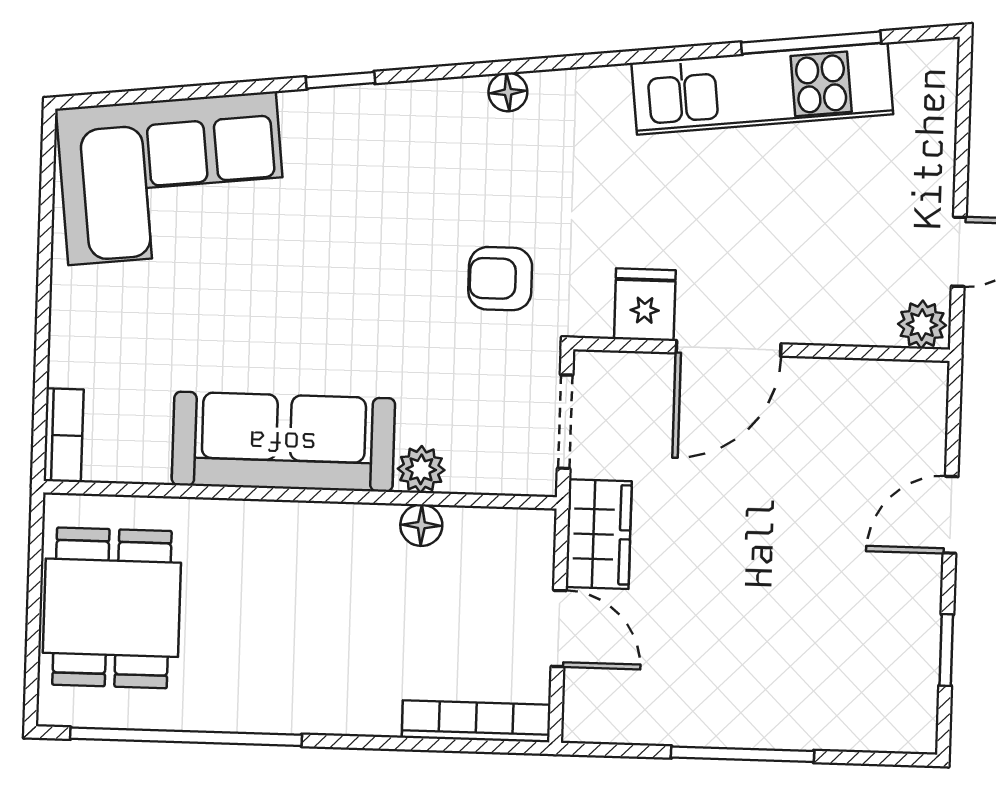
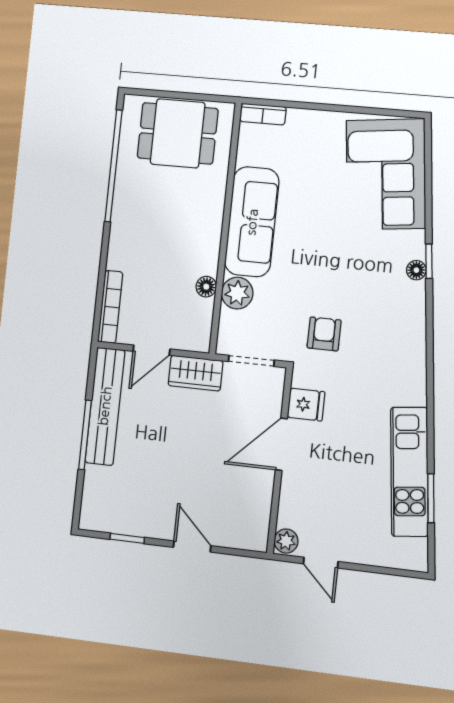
window: (811, 43) -> (431, 498), width x0.69
floor lamp: (508, 92) -> (416, 270), moved
door: (729, 348) -> (281, 444), hinge flipped
plant: (421, 469) -> (237, 293), width x1.38, depth x1.38
bench: (681, 717) -> (105, 406), added

